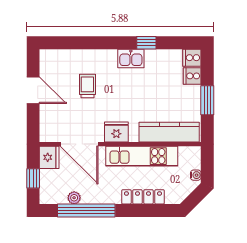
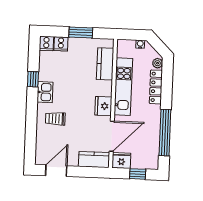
trolley: (87, 86) -> (55, 119), moved
door: (33, 90) -> (56, 171), moved
kitchen counter: (49, 123) -> (94, 160), added
kitchen counter: (169, 132) -> (105, 64), width x0.67
plant: (74, 198) -> (158, 63), moved

